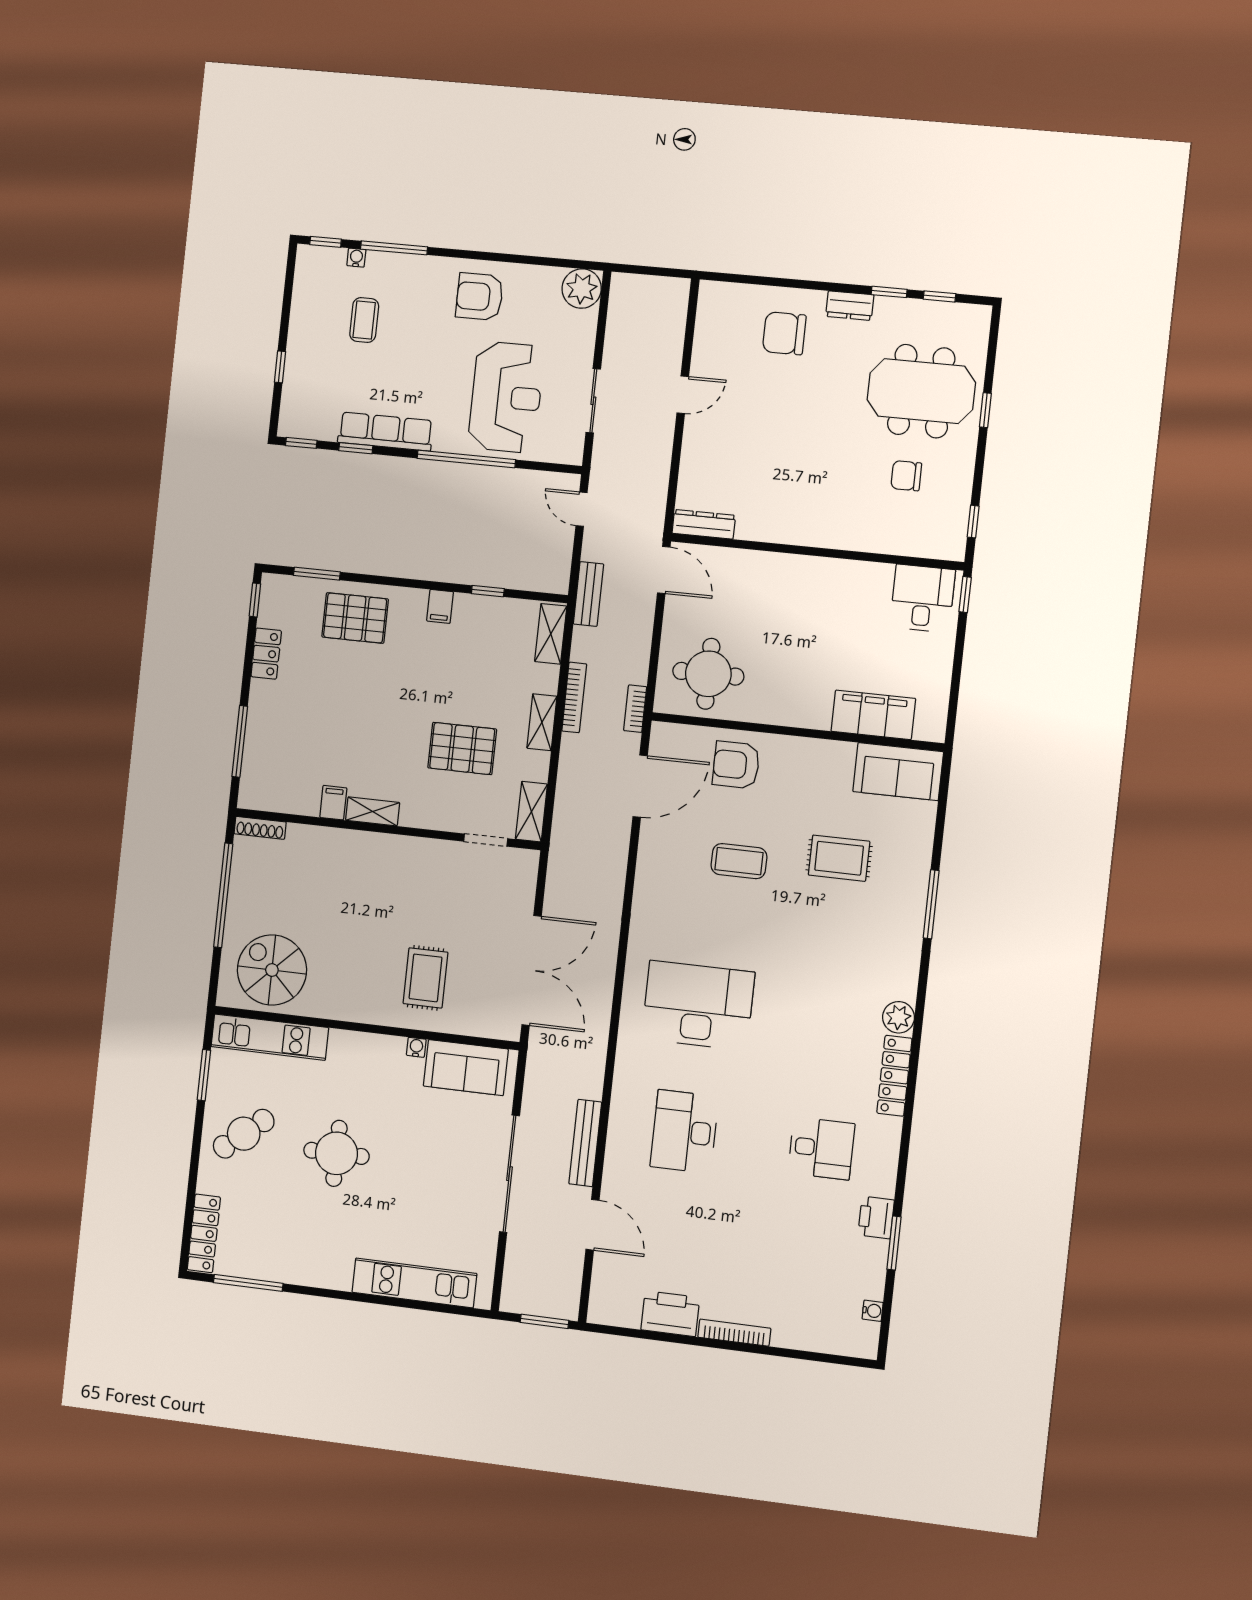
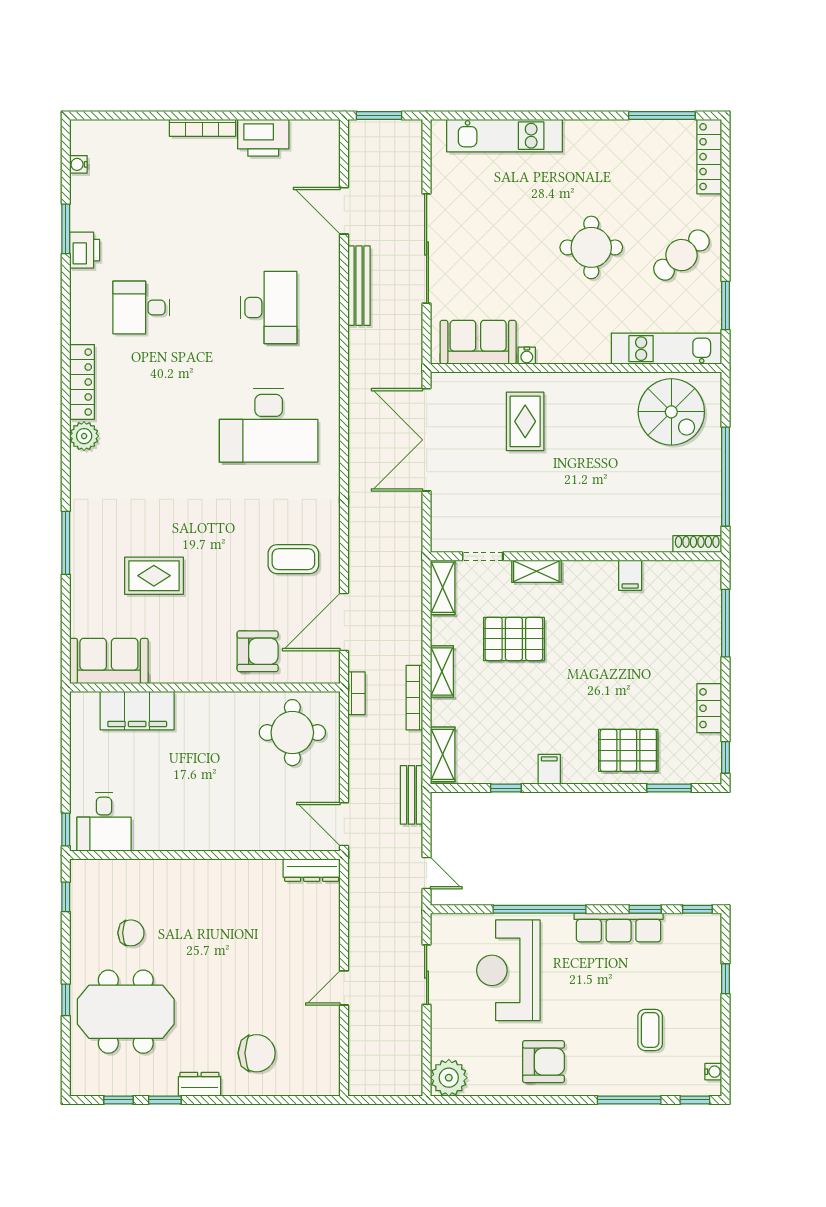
water cooler: (356, 258) -> (713, 1072), moved, turned -90
shelving: (373, 811) -> (536, 571), moved
coffee table: (739, 861) -> (293, 559), moved

